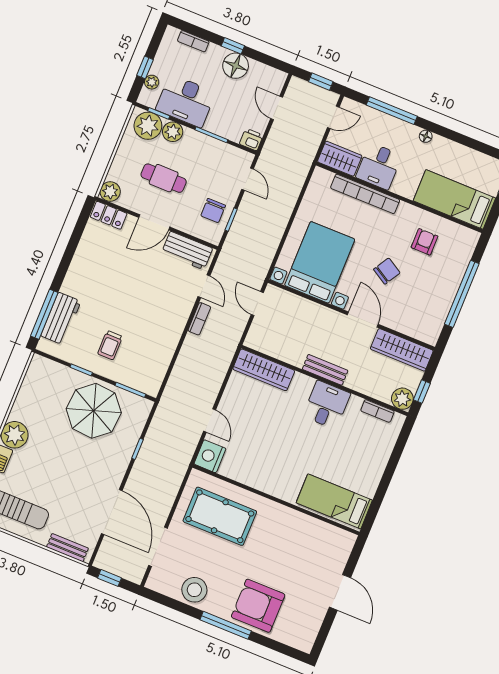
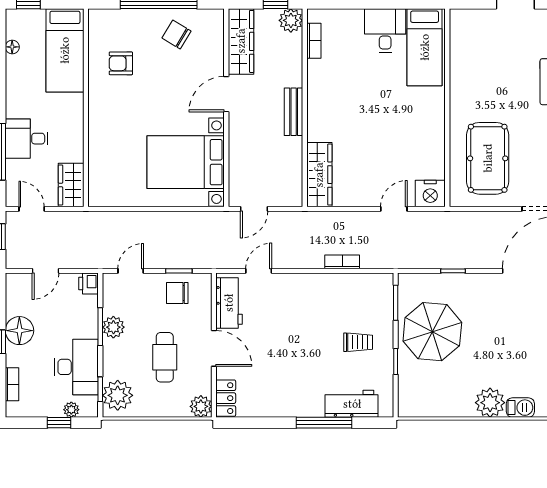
plant: (173, 132) -> (113, 327), moved
floor lamp: (426, 136) -> (12, 47), moved
desk: (379, 166) -> (27, 139), moved, turned 180
bookcase: (365, 194) -> (97, 144), removed
chair: (213, 211) -> (177, 293), turned 180
chair: (387, 271) -> (176, 35), moved
window: (44, 314) -> (324, 423), moved
bookcase: (199, 319) -> (342, 262), moved
desk: (327, 405) -> (385, 31), moved, turned 90

